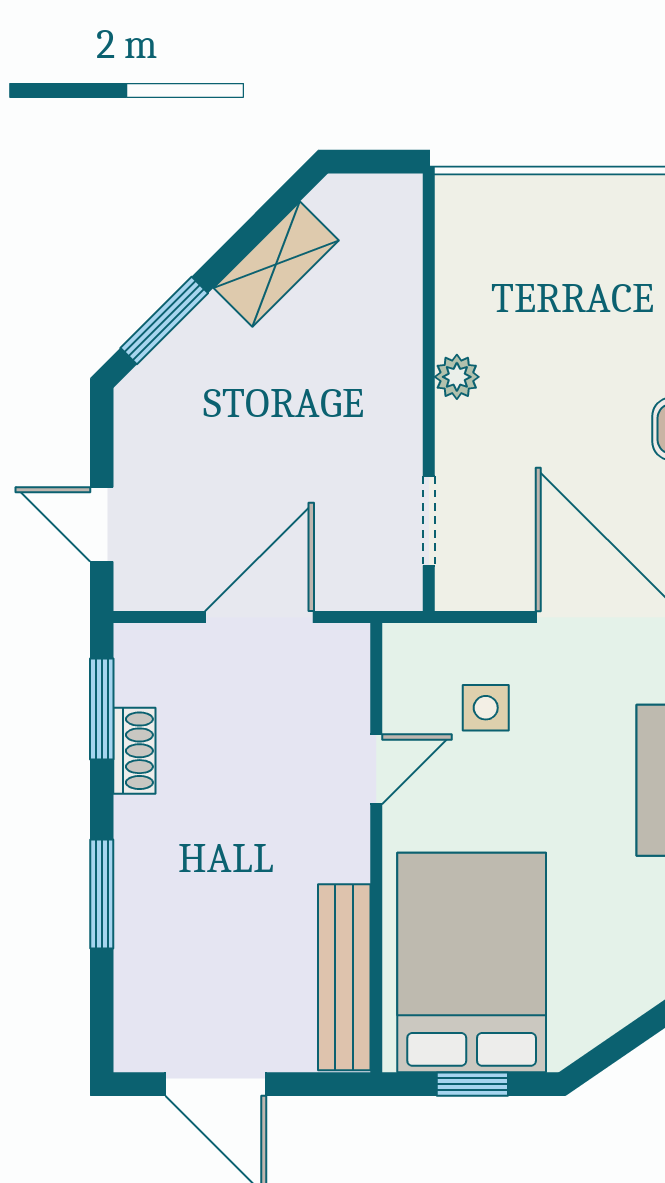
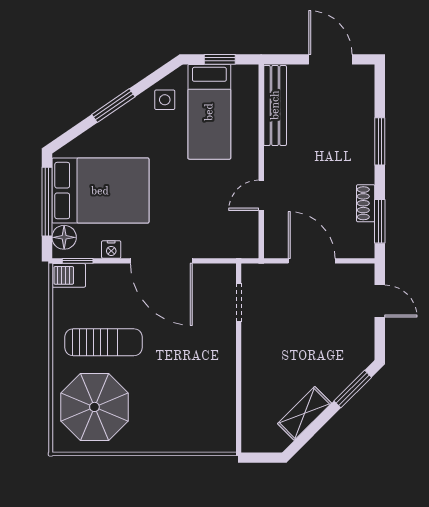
plant: (457, 377) -> (226, 365), removed
door: (259, 617) -> (312, 261), swing flipped
side table: (486, 708) -> (165, 100), moved
bed: (472, 963) -> (209, 112), width x0.67

